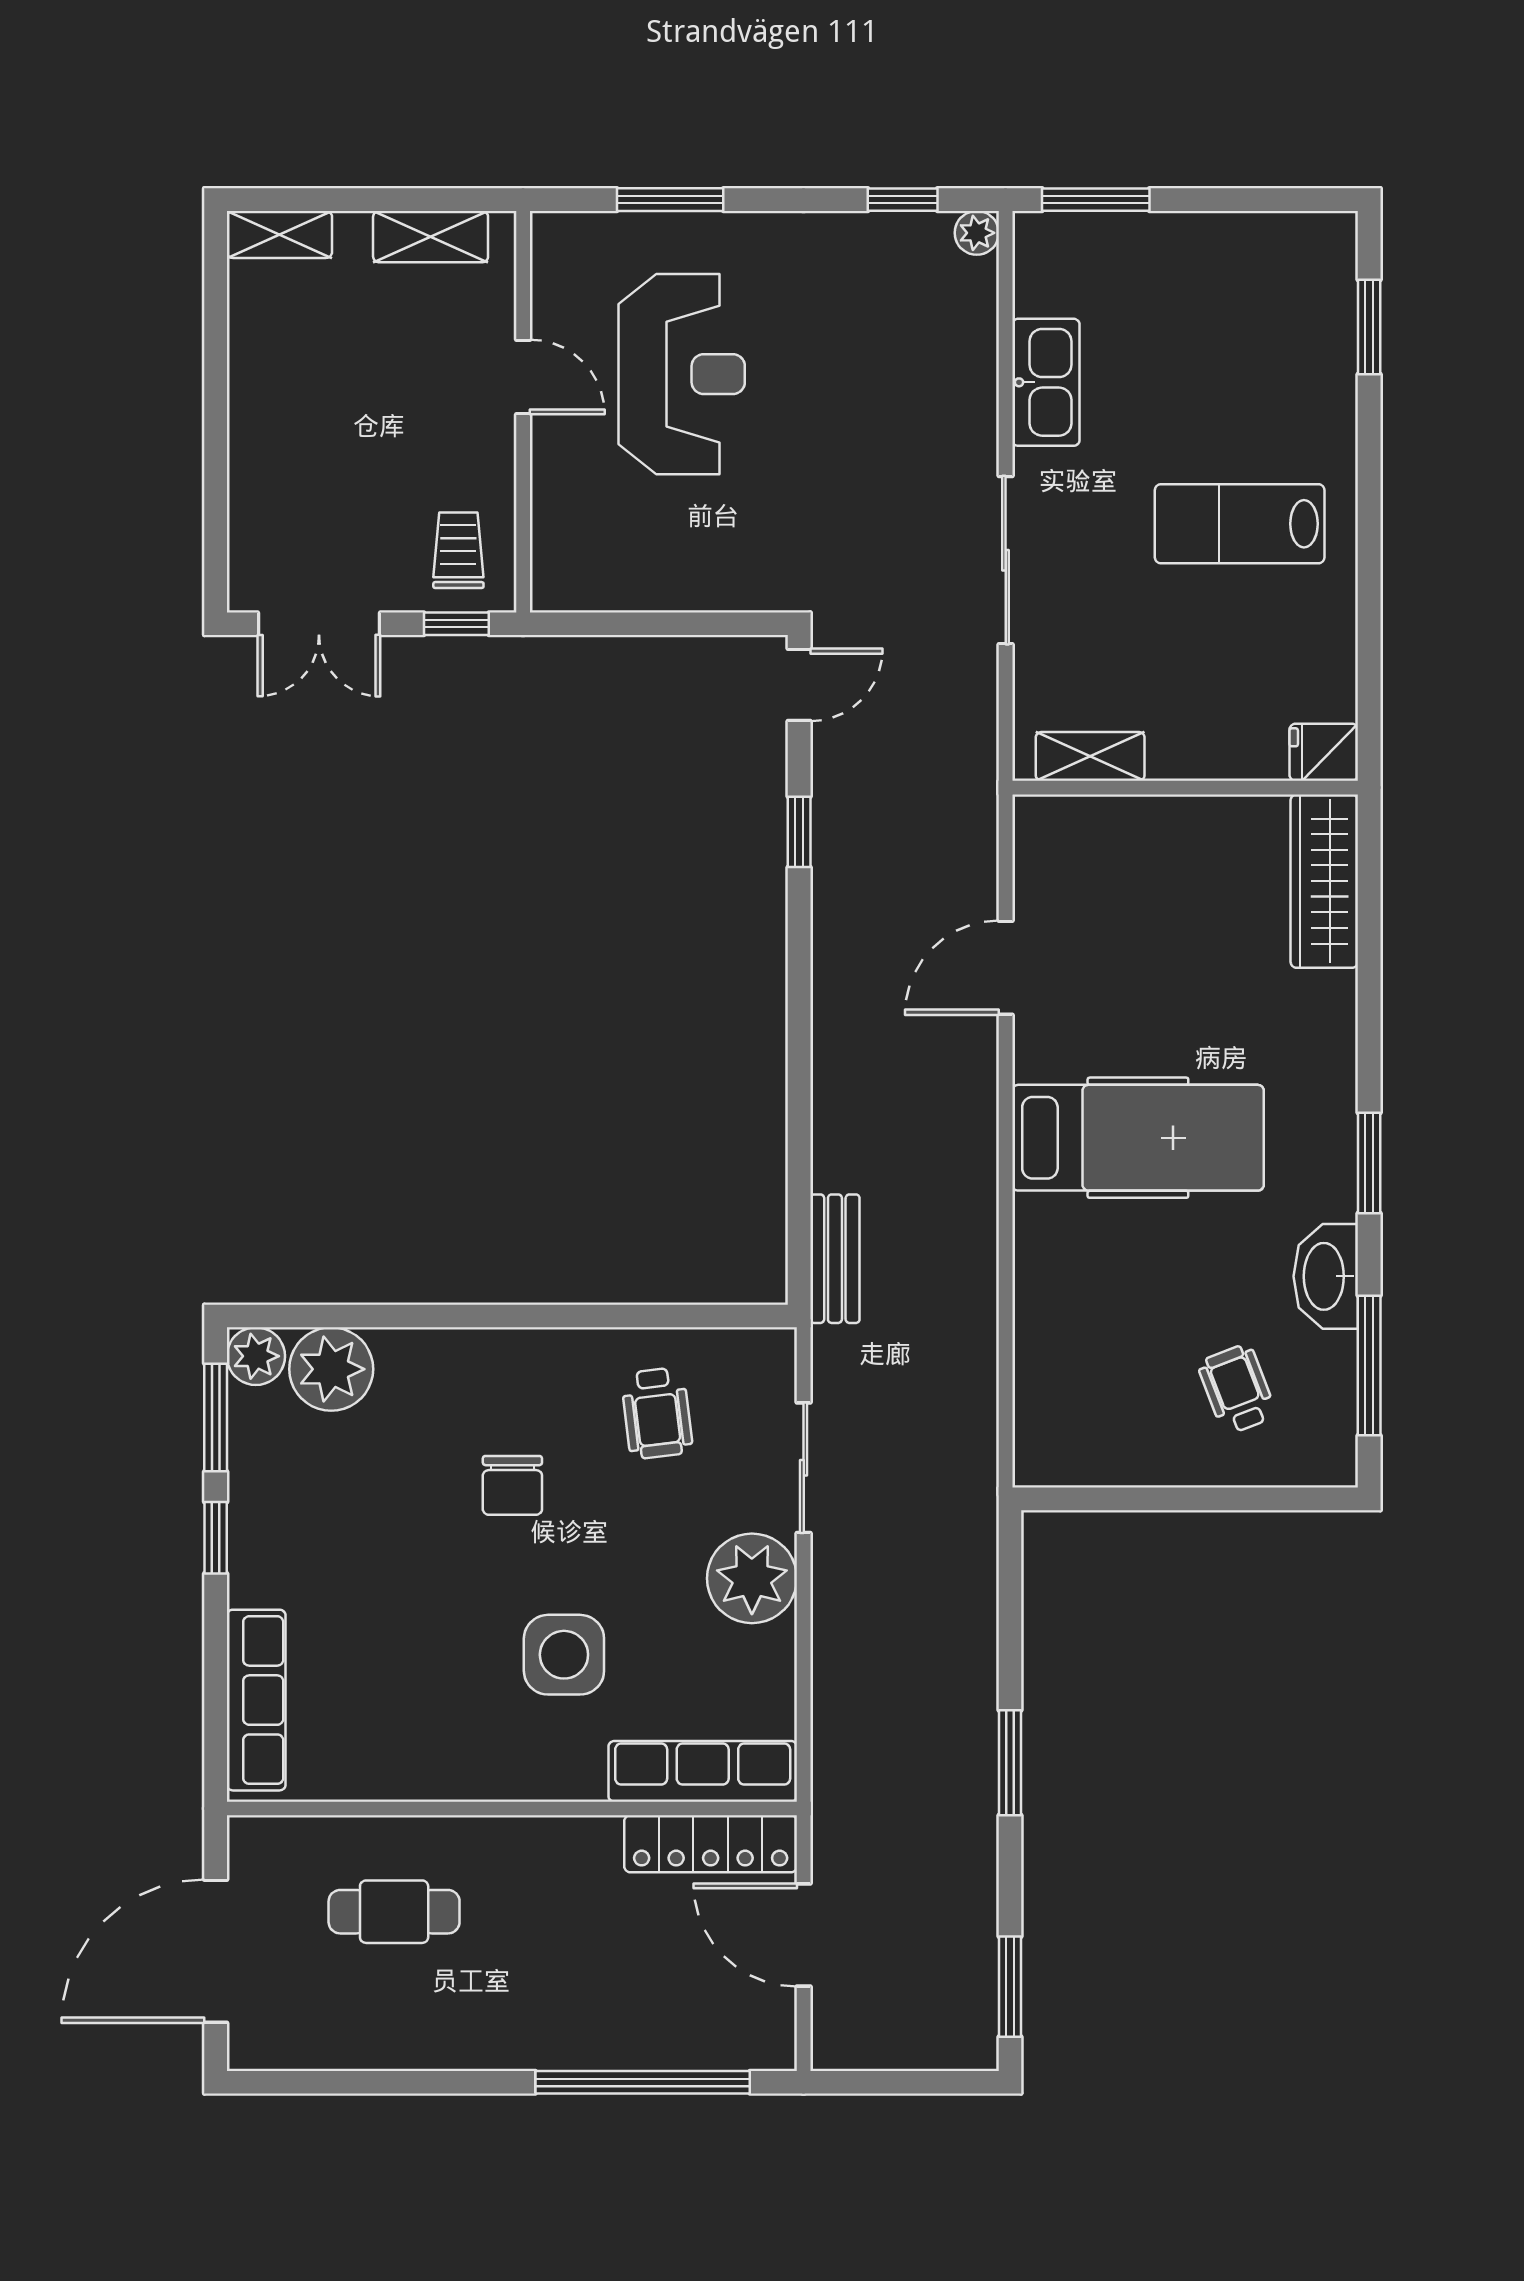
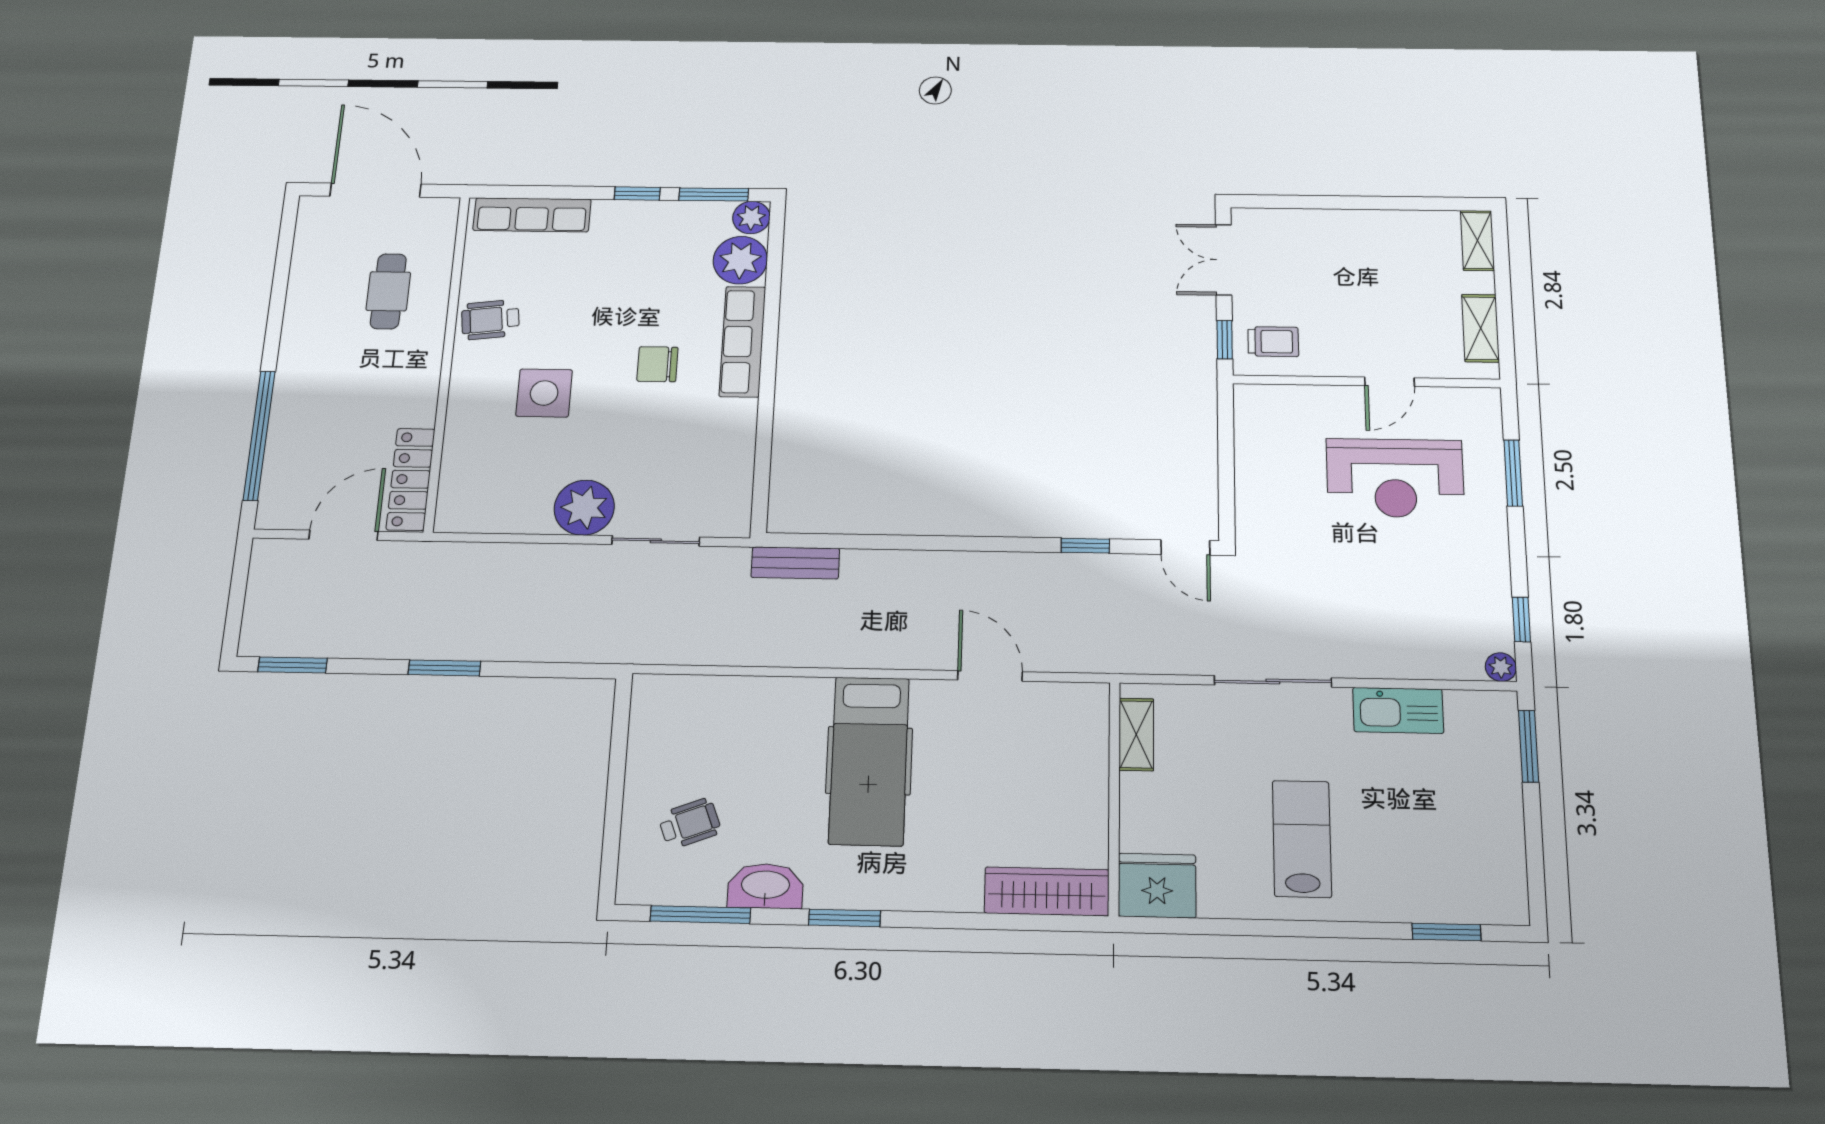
fridge: (1324, 752) -> (1157, 886), width x1.88, depth x1.34
wheelchair: (657, 1413) -> (490, 320), moved
row of seats: (703, 1771) -> (742, 342), moved, turned 180

